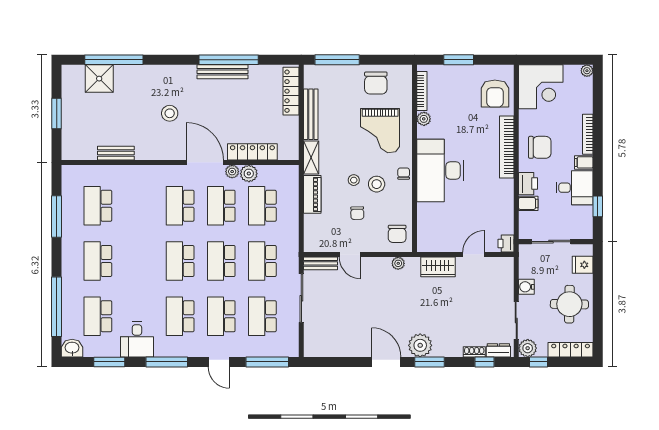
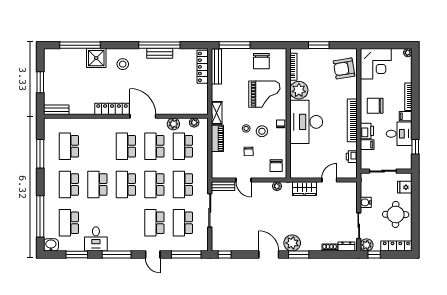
bench: (222, 72) -> (160, 53), width x0.73
shower: (99, 79) -> (96, 58), moved
armchair: (495, 94) -> (344, 68), turned 81
stool: (170, 113) -> (123, 64), moved
bench: (311, 114) -> (216, 67), moved
plant: (424, 119) -> (299, 90), width x1.87, depth x1.87
grand piano: (380, 131) -> (264, 94), turned -90
bookcase: (507, 147) -> (352, 120), moved
chair: (540, 147) -> (375, 106), turned 180
locker: (252, 152) -> (112, 109), moved
bench: (116, 153) -> (56, 110), moved
plant: (232, 172) -> (194, 123), moved
printer: (506, 244) -> (352, 157), moved
school desk: (180, 316) -> (97, 185), moved
window: (484, 362) -> (225, 255), moved

